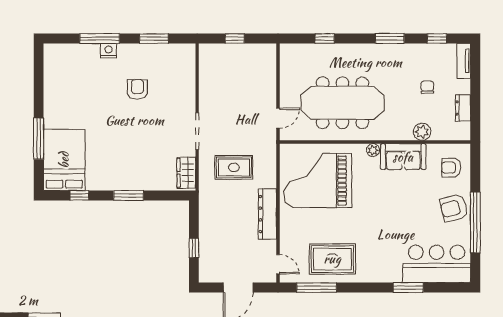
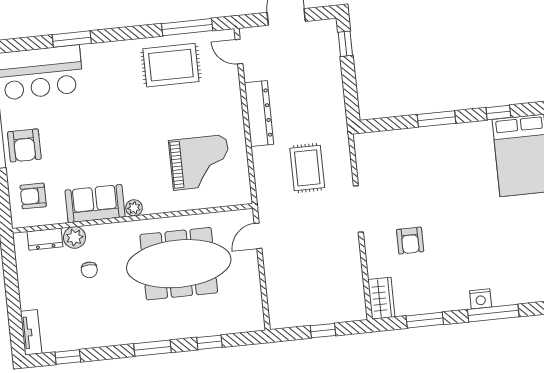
window: (390, 39) -> (153, 348), moved
chair: (427, 87) -> (89, 270), moved
armchair: (137, 89) -> (410, 241), moved
dresser: (463, 108) -> (45, 239), moved, turned 90
rug: (234, 167) -> (307, 168), turned 90
armchair: (451, 168) -> (33, 196), turned 180
wardrobe: (186, 173) -> (381, 298), moved
grand piano: (318, 180) -> (200, 162), width x0.73, depth x0.68
armchair: (454, 208) -> (24, 145), turned 104
window: (194, 248) -> (345, 44), moved

